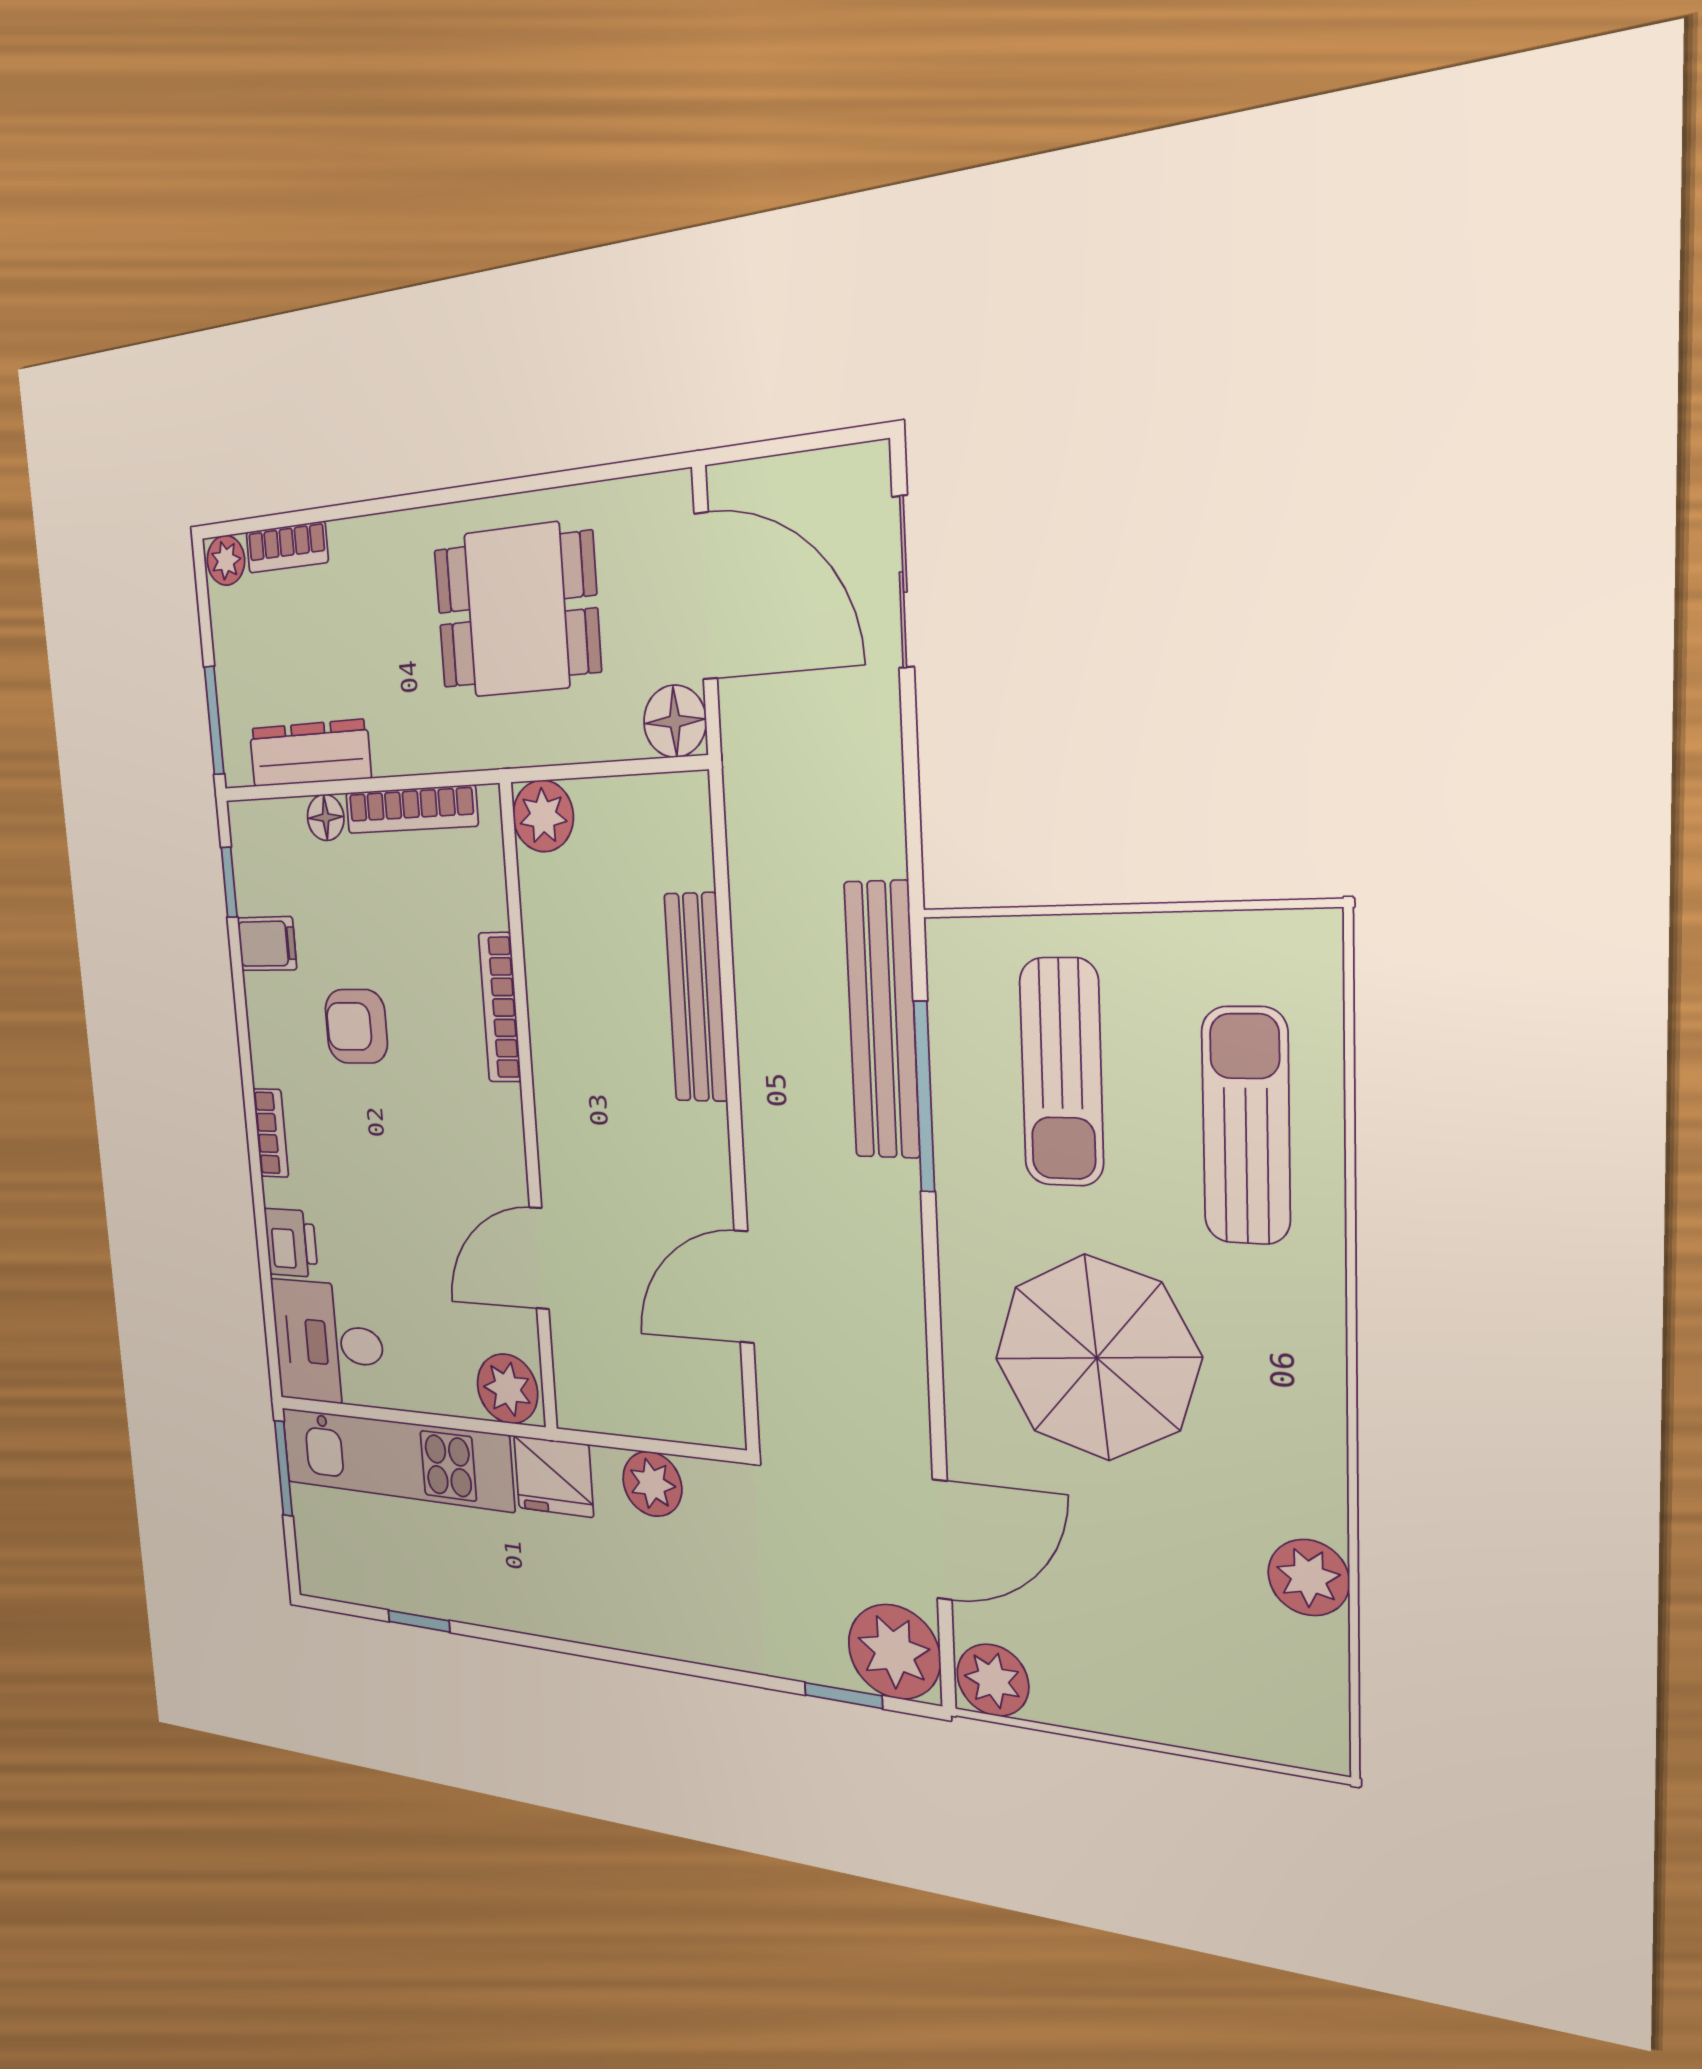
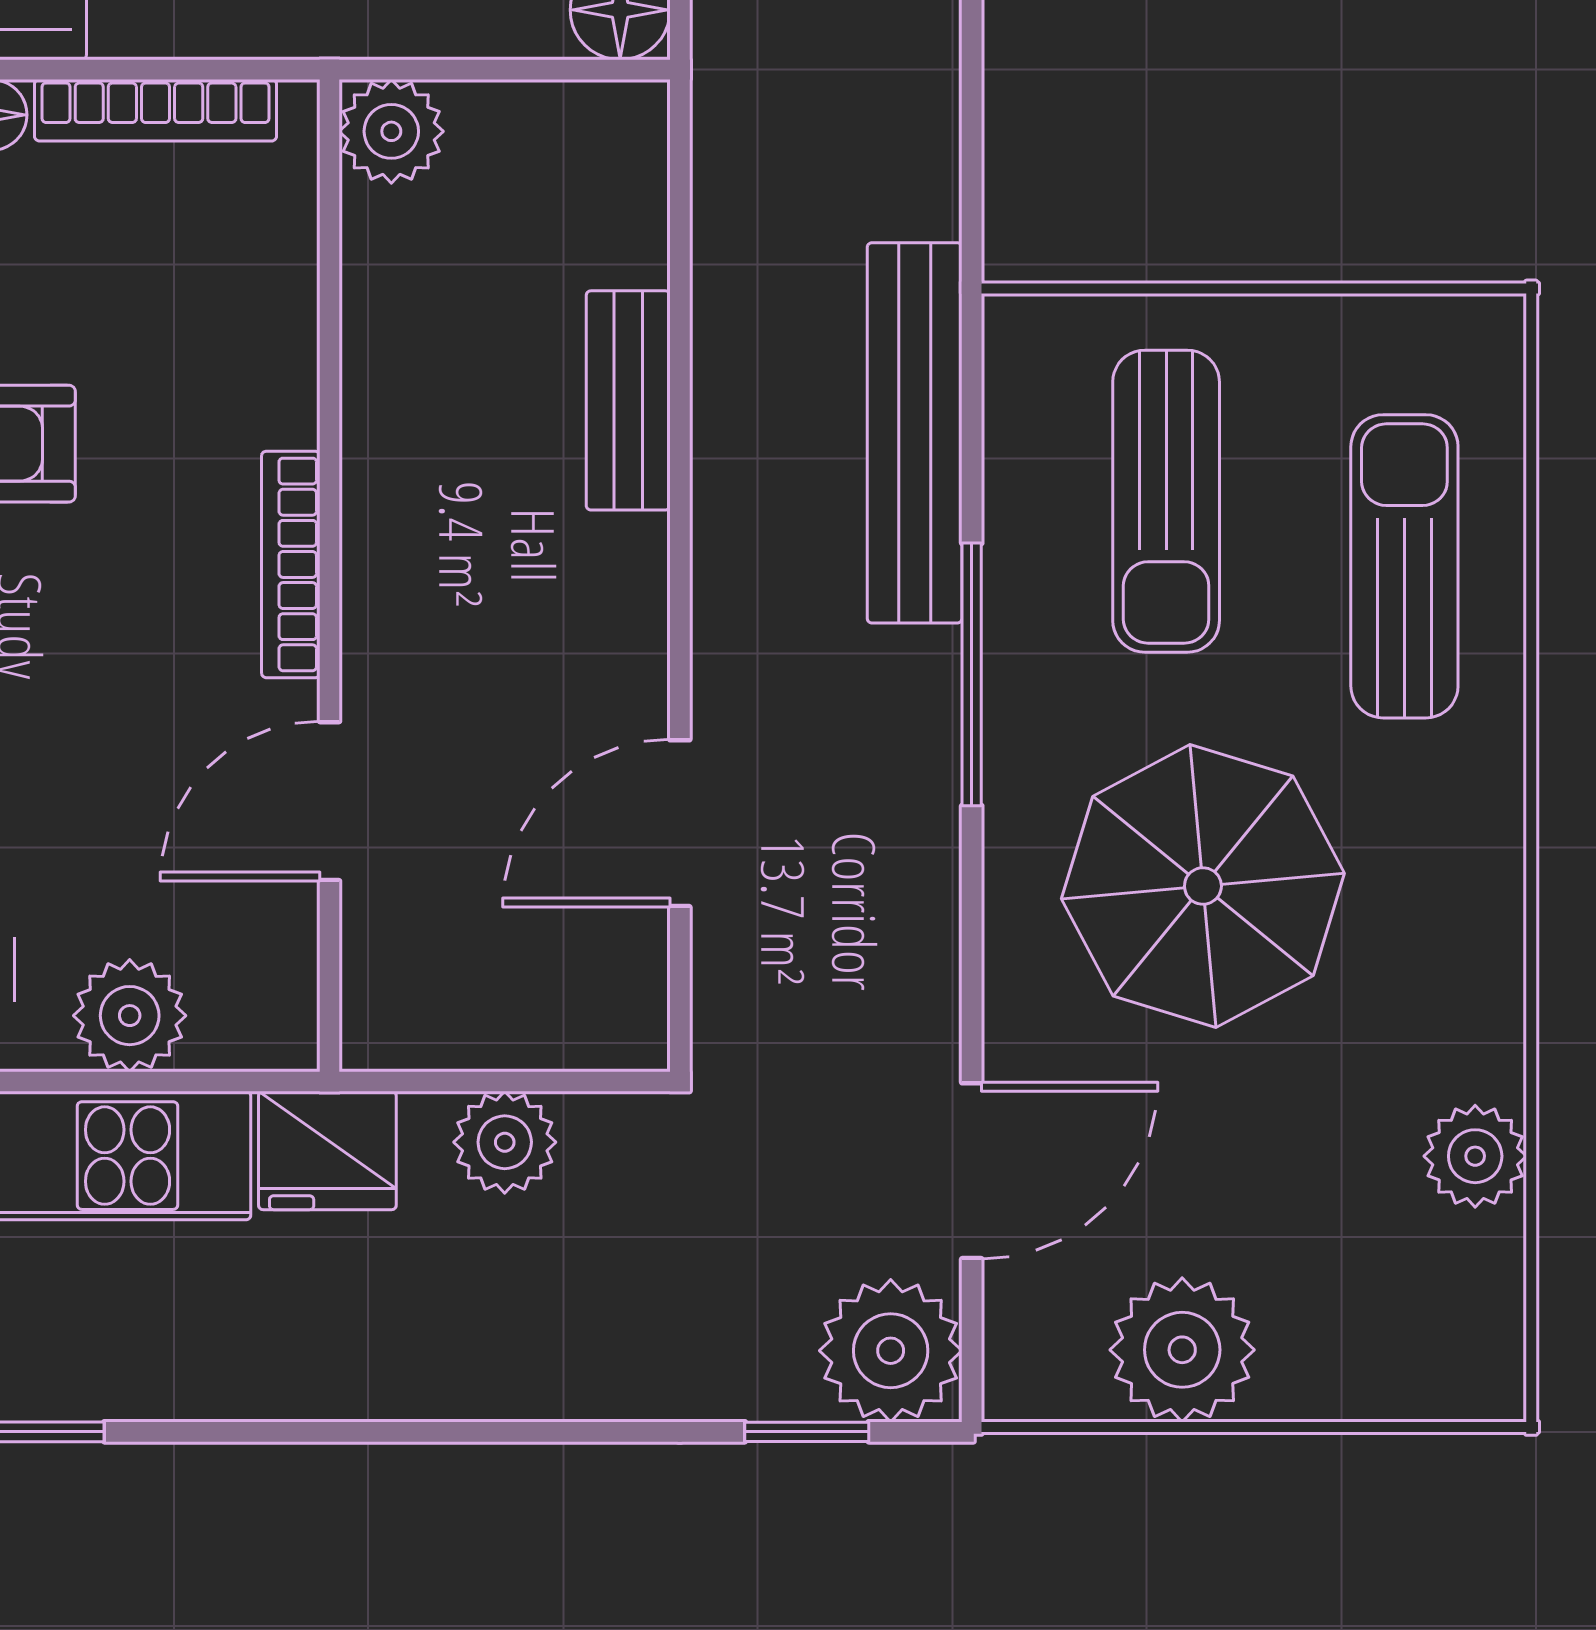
bench: (696, 998) -> (628, 400), width x0.73
bookcase: (500, 1007) -> (291, 564), moved
window: (924, 1097) -> (972, 674), moved
plant: (507, 1389) -> (130, 1016), moved
plant: (993, 1680) -> (1182, 1350), moved, width x1.36, depth x1.36

